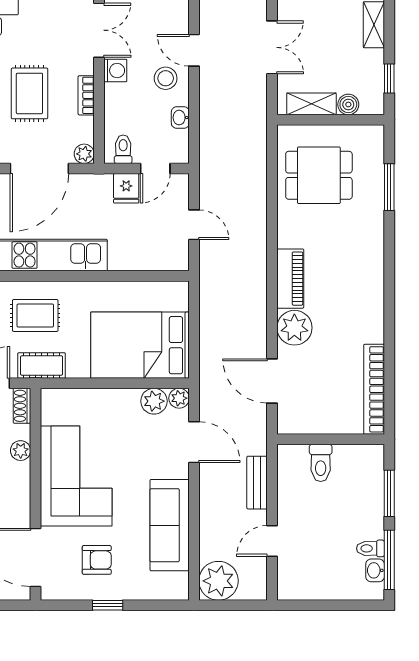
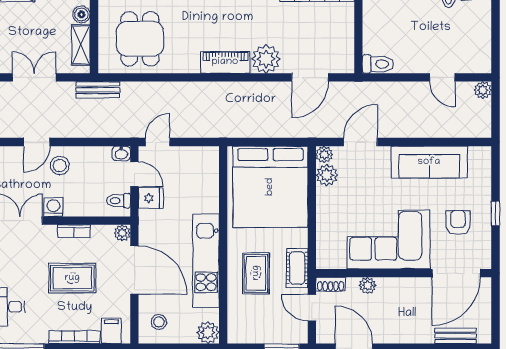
washbasin: (180, 118) -> (121, 153), moved
door: (194, 225) -> (158, 142), moved
bed: (140, 345) -> (270, 187), width x1.36
toilet: (321, 463) -> (378, 64), moved
bench: (257, 483) -> (98, 90), moved
plant: (218, 581) -> (483, 90), moved, width x0.53, depth x0.53

